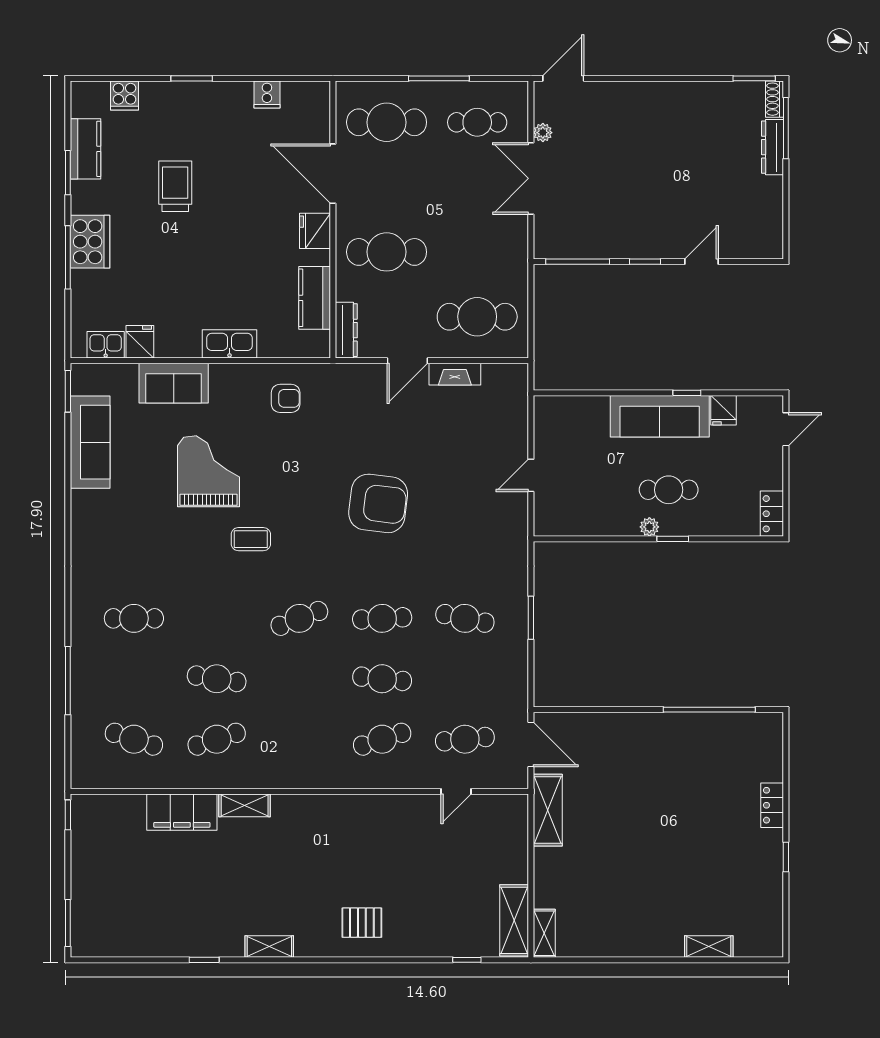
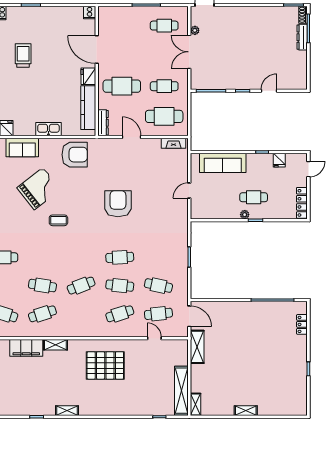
cooker: (267, 94) -> (90, 13), moved
cafe table: (387, 122) -> (164, 86), moved, width x0.73, depth x0.74
kitchen counter: (315, 298) -> (88, 108), width x1.50
door: (407, 361) -> (132, 137), swing flipped
fireplace: (455, 374) -> (173, 143), moved
armchair: (286, 398) -> (75, 155), width x1.88, depth x1.88
sofa: (660, 416) -> (223, 163), moved
grand piano: (209, 471) -> (39, 189), turned 52
armchair: (378, 503) -> (118, 204), turned -97
locker: (772, 514) -> (302, 203), width x1.53
cafe table: (299, 618) -> (81, 286), moved
cafe table: (465, 618) -> (158, 286), moved
door: (456, 791) -> (154, 338), swing flipped
locker: (772, 805) -> (302, 324), moved
shelving: (514, 920) -> (181, 391), width x1.47
pallet: (362, 923) -> (105, 365), moved, width x2.05, depth x2.00
shelving: (709, 946) -> (246, 411), moved

